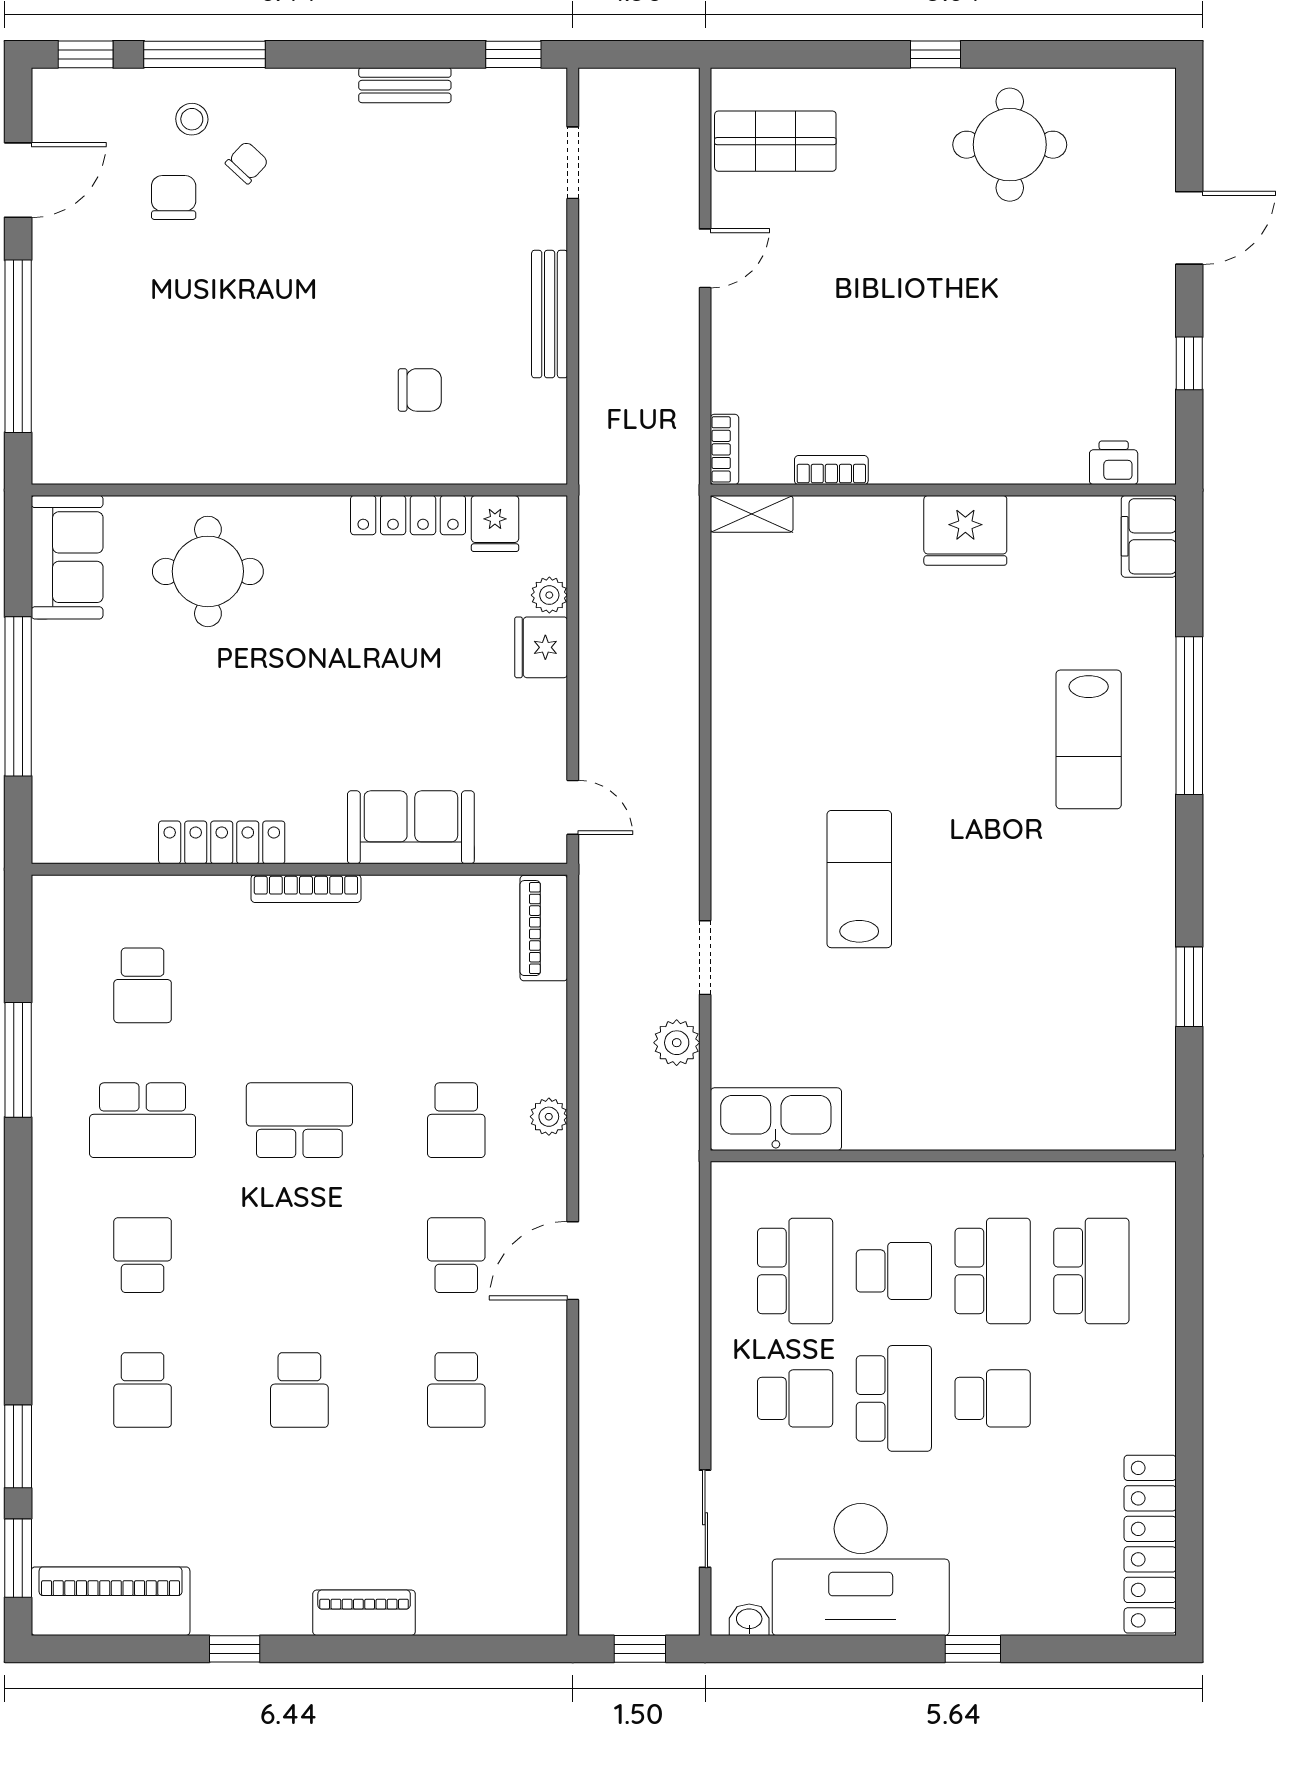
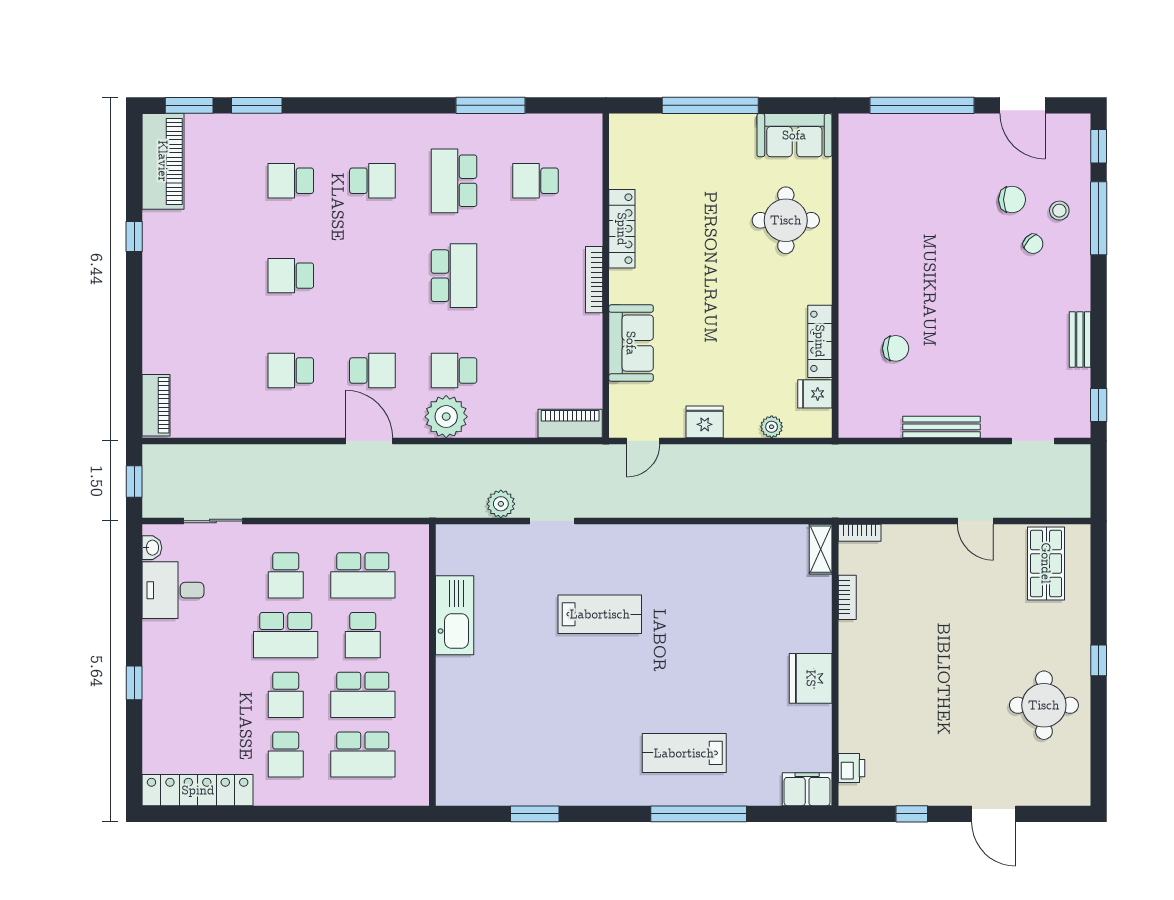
chair: (420, 390) -> (896, 348), turned -90
fridge: (541, 647) -> (705, 422), moved
plant: (549, 1117) -> (446, 417), width x1.88, depth x1.88
kitchen sink: (776, 1119) -> (455, 615), moved
school desk: (1091, 1398) -> (286, 755), added
desk: (861, 1570) -> (173, 590), width x0.53, depth x0.77
piano: (364, 1613) -> (156, 405), moved

